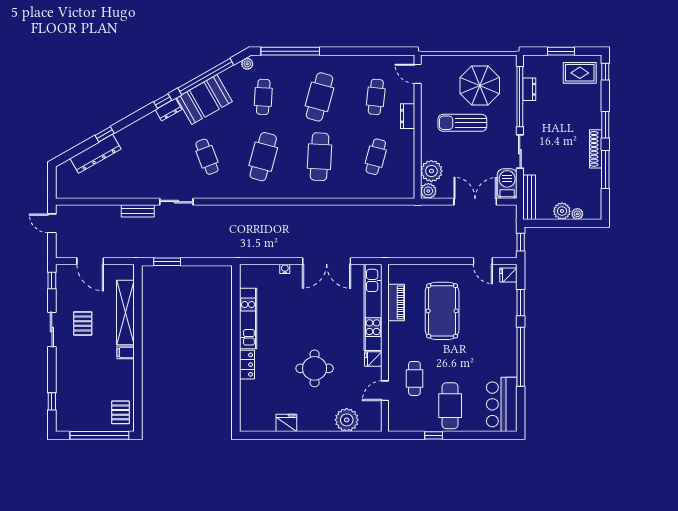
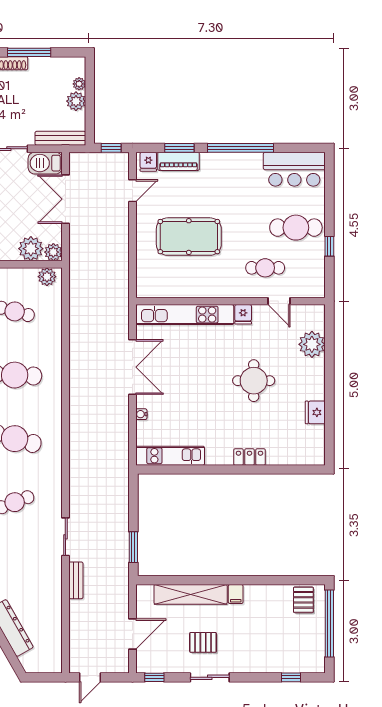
plant: (407, 185) -> (47, 277), added
piano: (396, 302) -> (179, 161), moved, turned 180
kitchen unit: (248, 318) -> (170, 456), moved
pallet: (120, 412) -> (303, 600), turned 90

